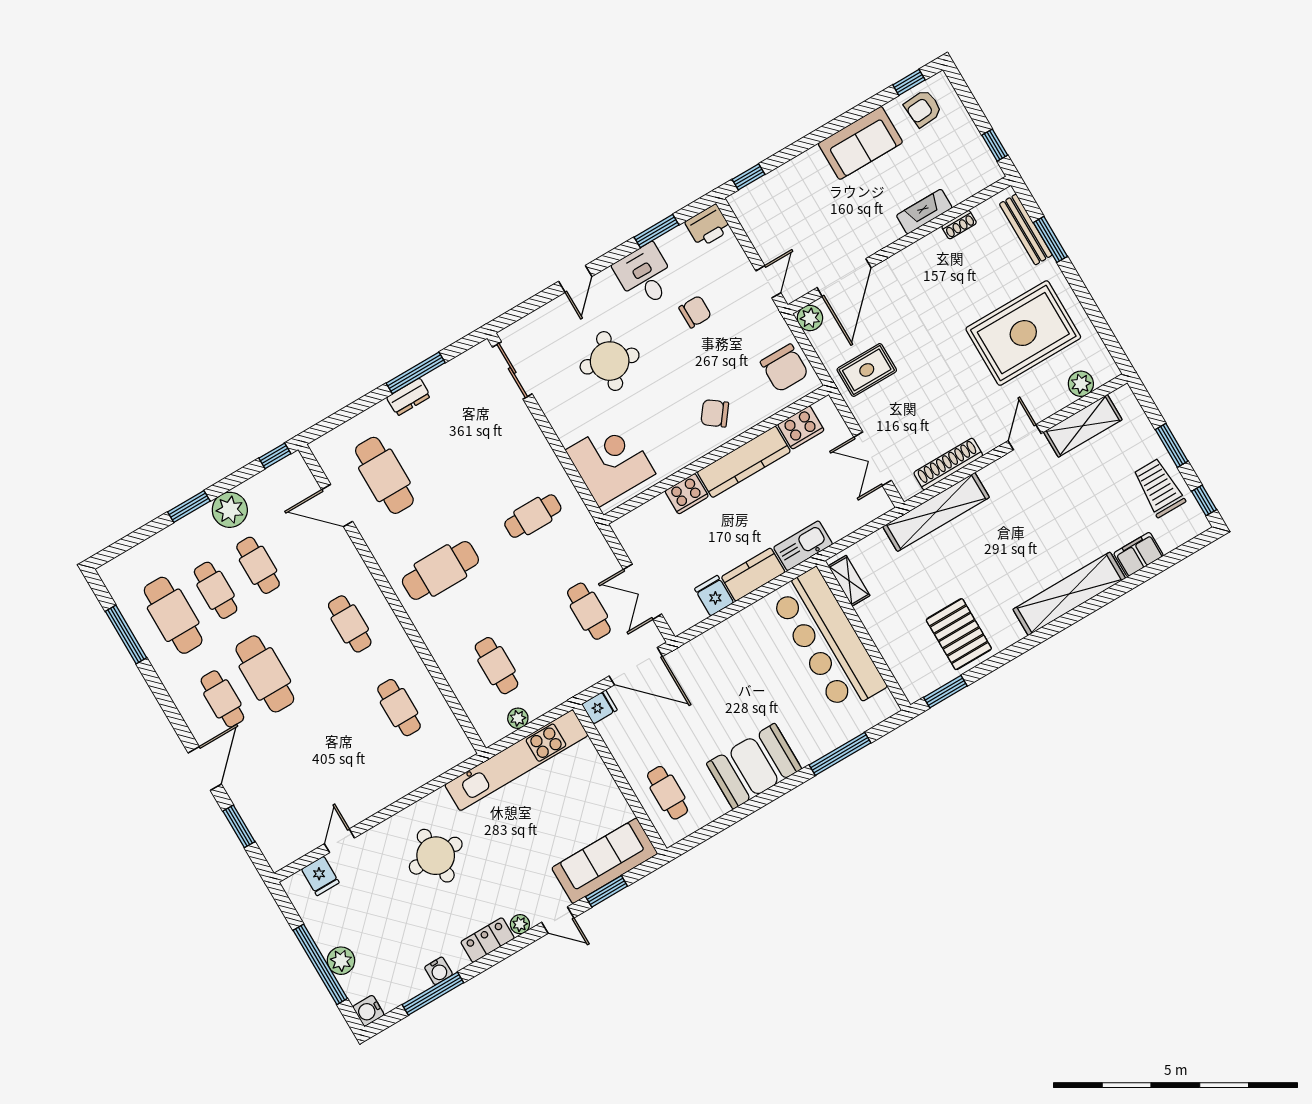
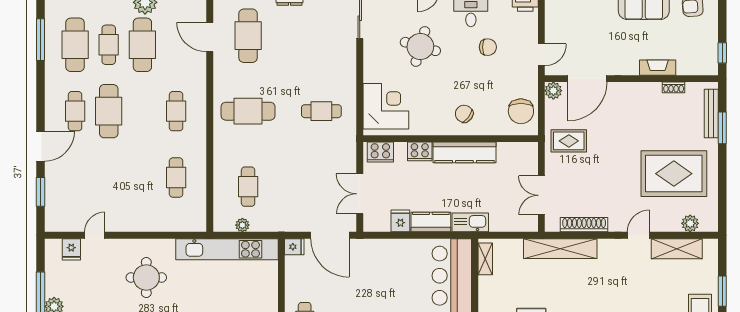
cooker: (801, 427) -> (380, 152), moved
cafe table: (258, 565) -> (142, 45), width x1.37, depth x1.35
cafe table: (589, 611) -> (321, 187), removed

